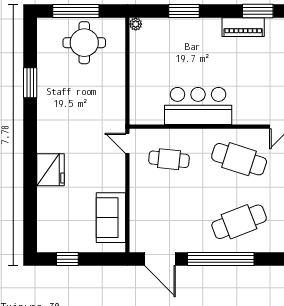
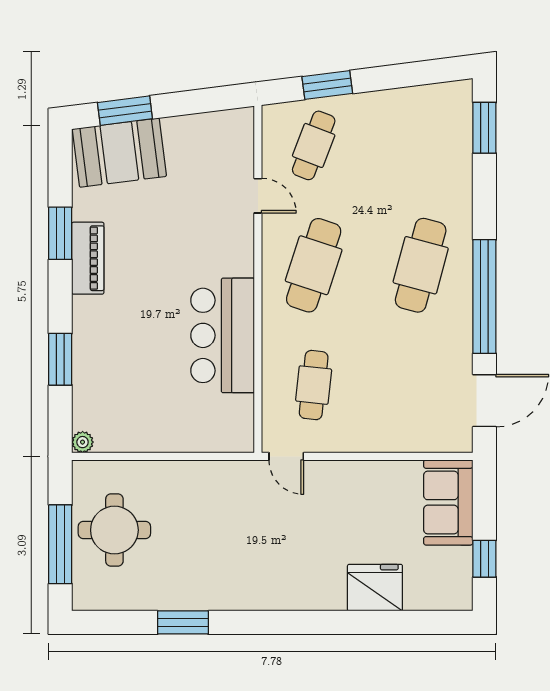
door: (127, 143) -> (286, 456), hinge flipped
fridge: (51, 170) -> (375, 588), moved
sofa: (111, 218) -> (448, 502), moved, turned 90
cafe table: (239, 222) -> (421, 265), turned 36

